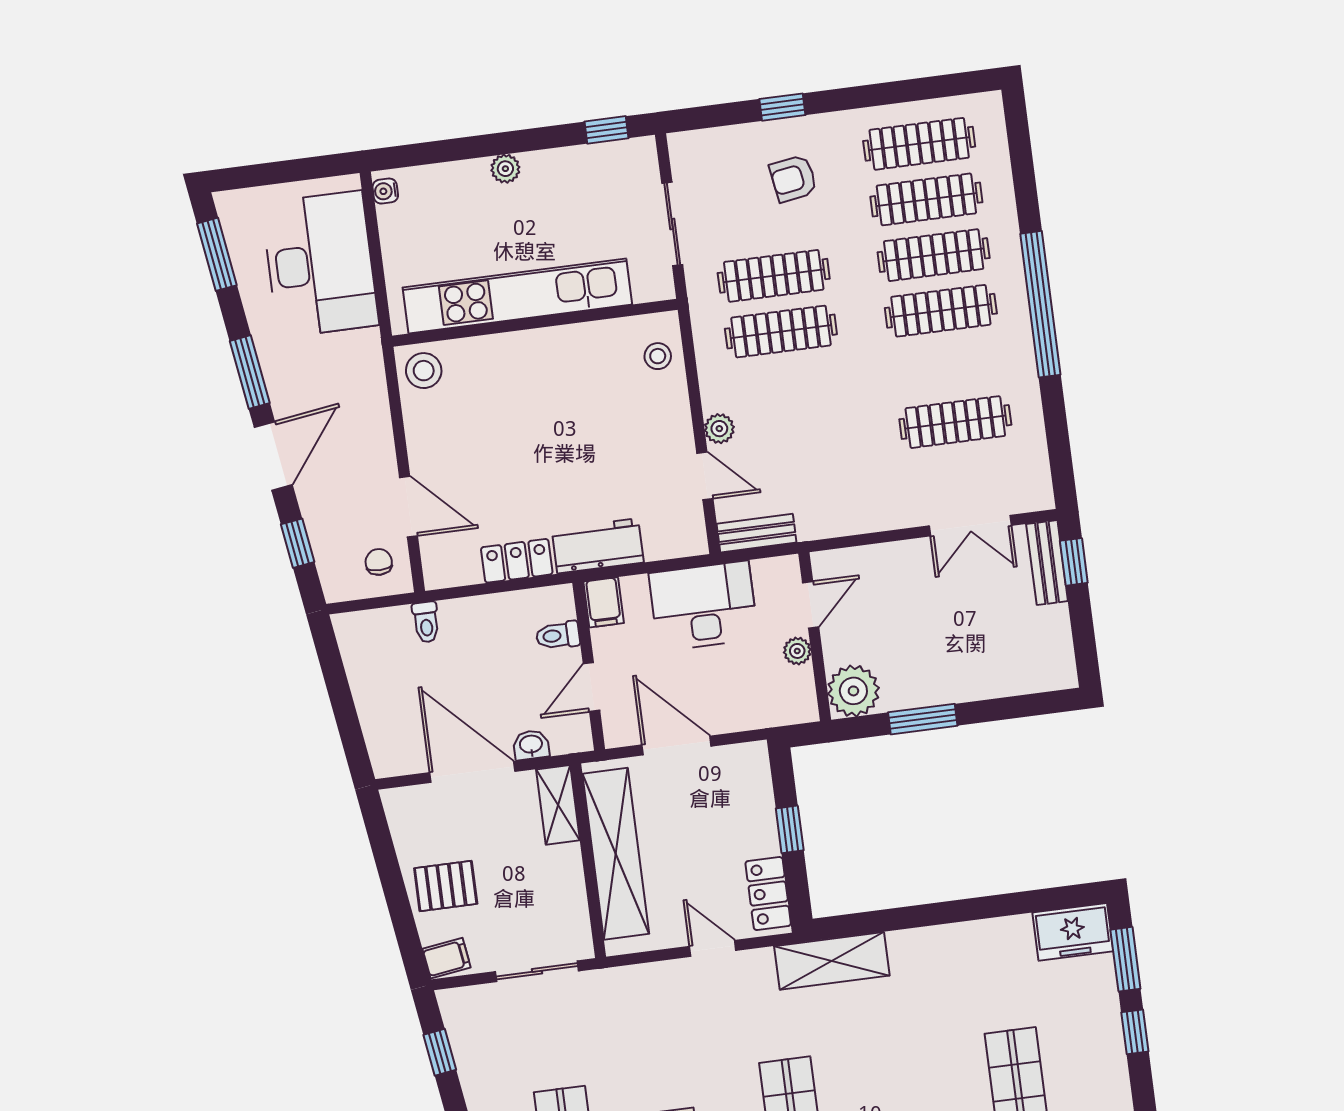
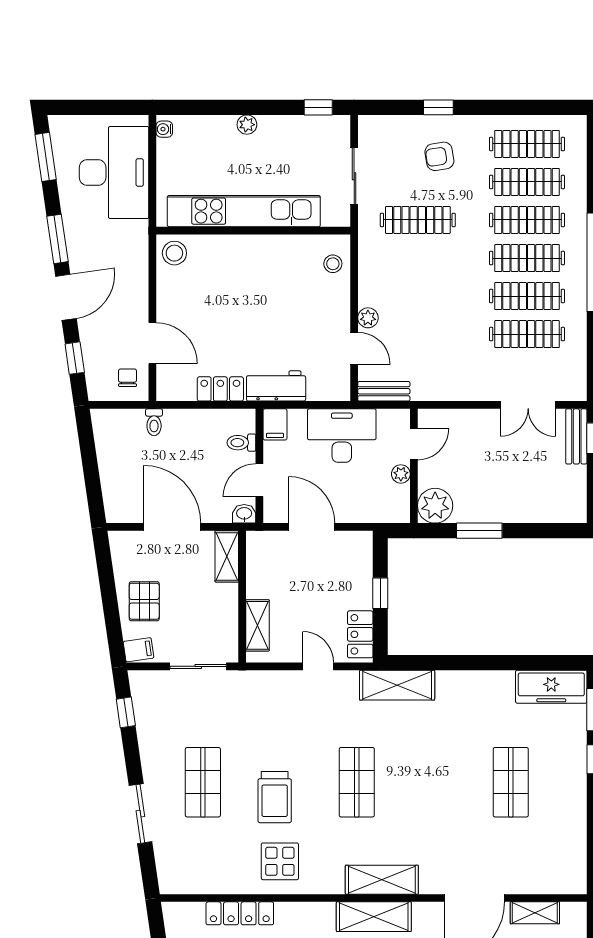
clothes rail: (781, 332) -> (527, 296), moved
washbasin: (531, 745) -> (244, 514), moved
shelving: (616, 854) -> (257, 625), width x0.45, depth x0.75
pallet: (446, 886) -> (144, 601), turned 90
freezer: (1073, 932) -> (551, 687), width x1.40

